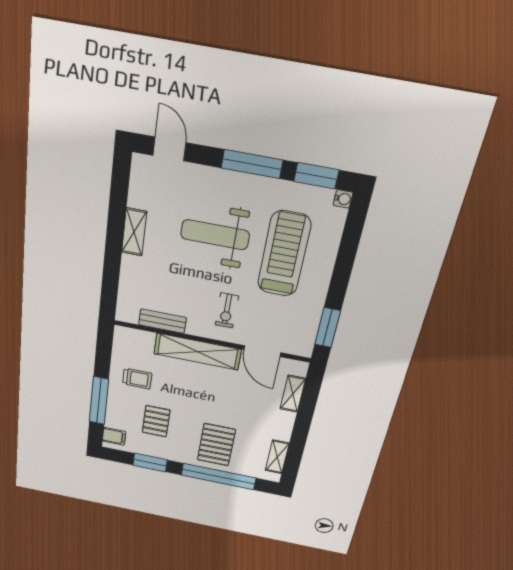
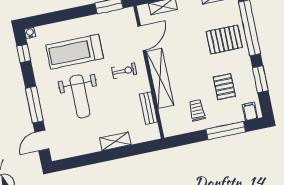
window: (252, 164) -> (34, 105), moved
window: (316, 176) -> (24, 53), width x0.67
shelving: (134, 232) -> (115, 141), moved
pallet: (156, 421) -> (224, 87), turned 90

